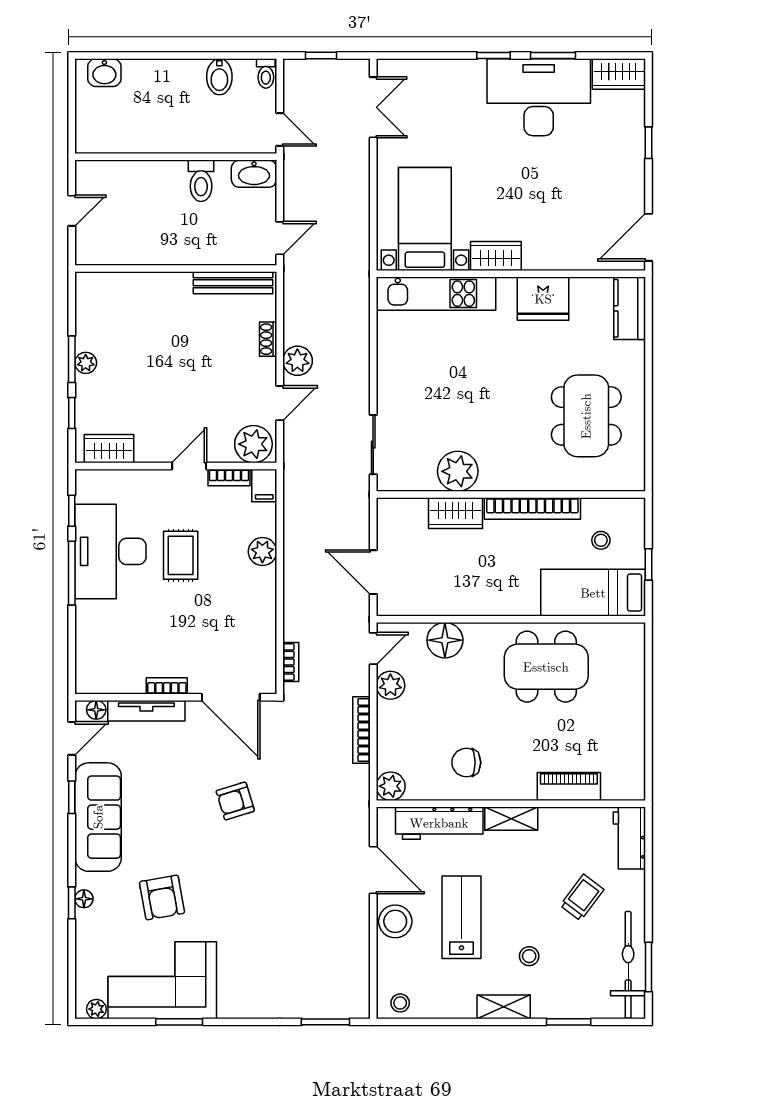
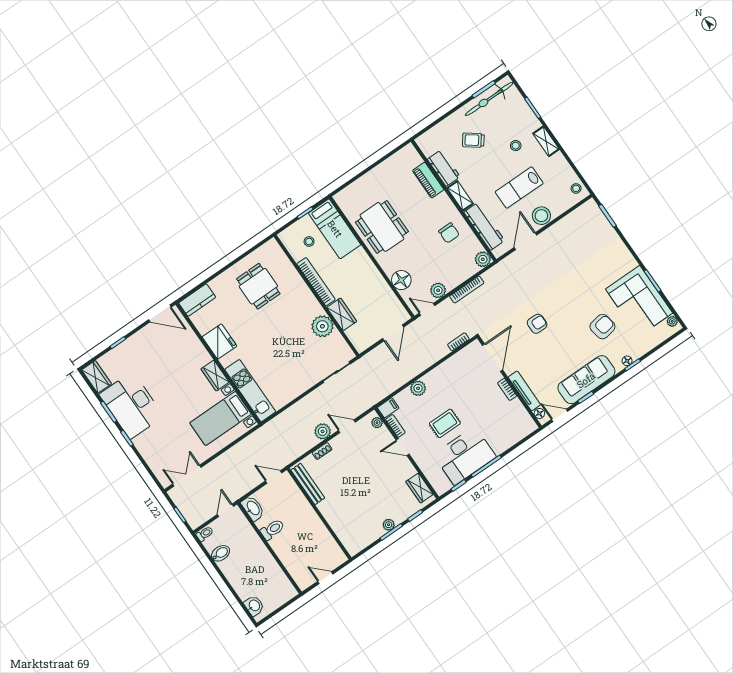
dining table: (586, 416) -> (258, 286), width x0.73
plant: (253, 444) -> (377, 423), width x0.53, depth x0.53
armchair: (235, 801) -> (537, 324), turned -73
workbench: (629, 838) -> (444, 168), moved, turned -90

